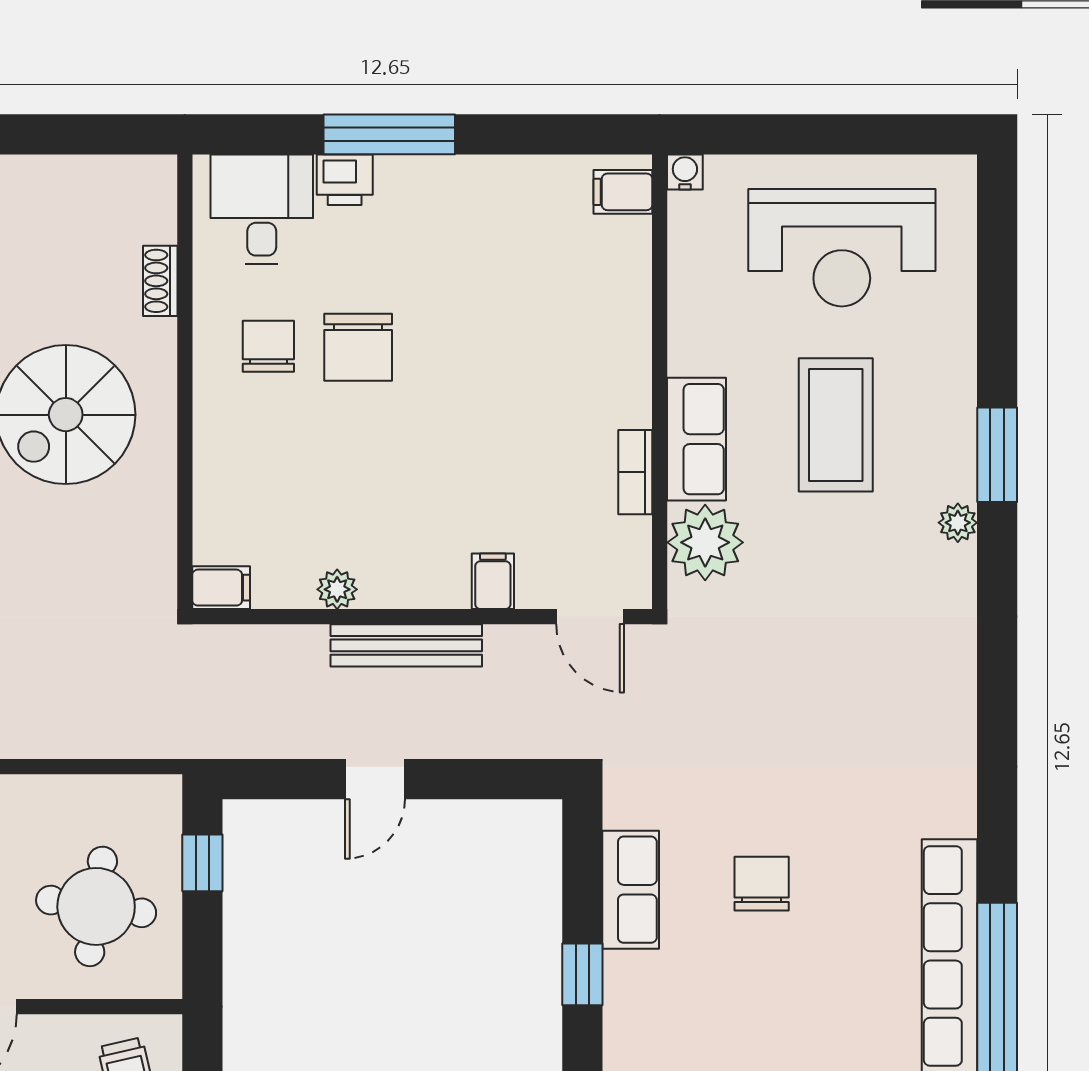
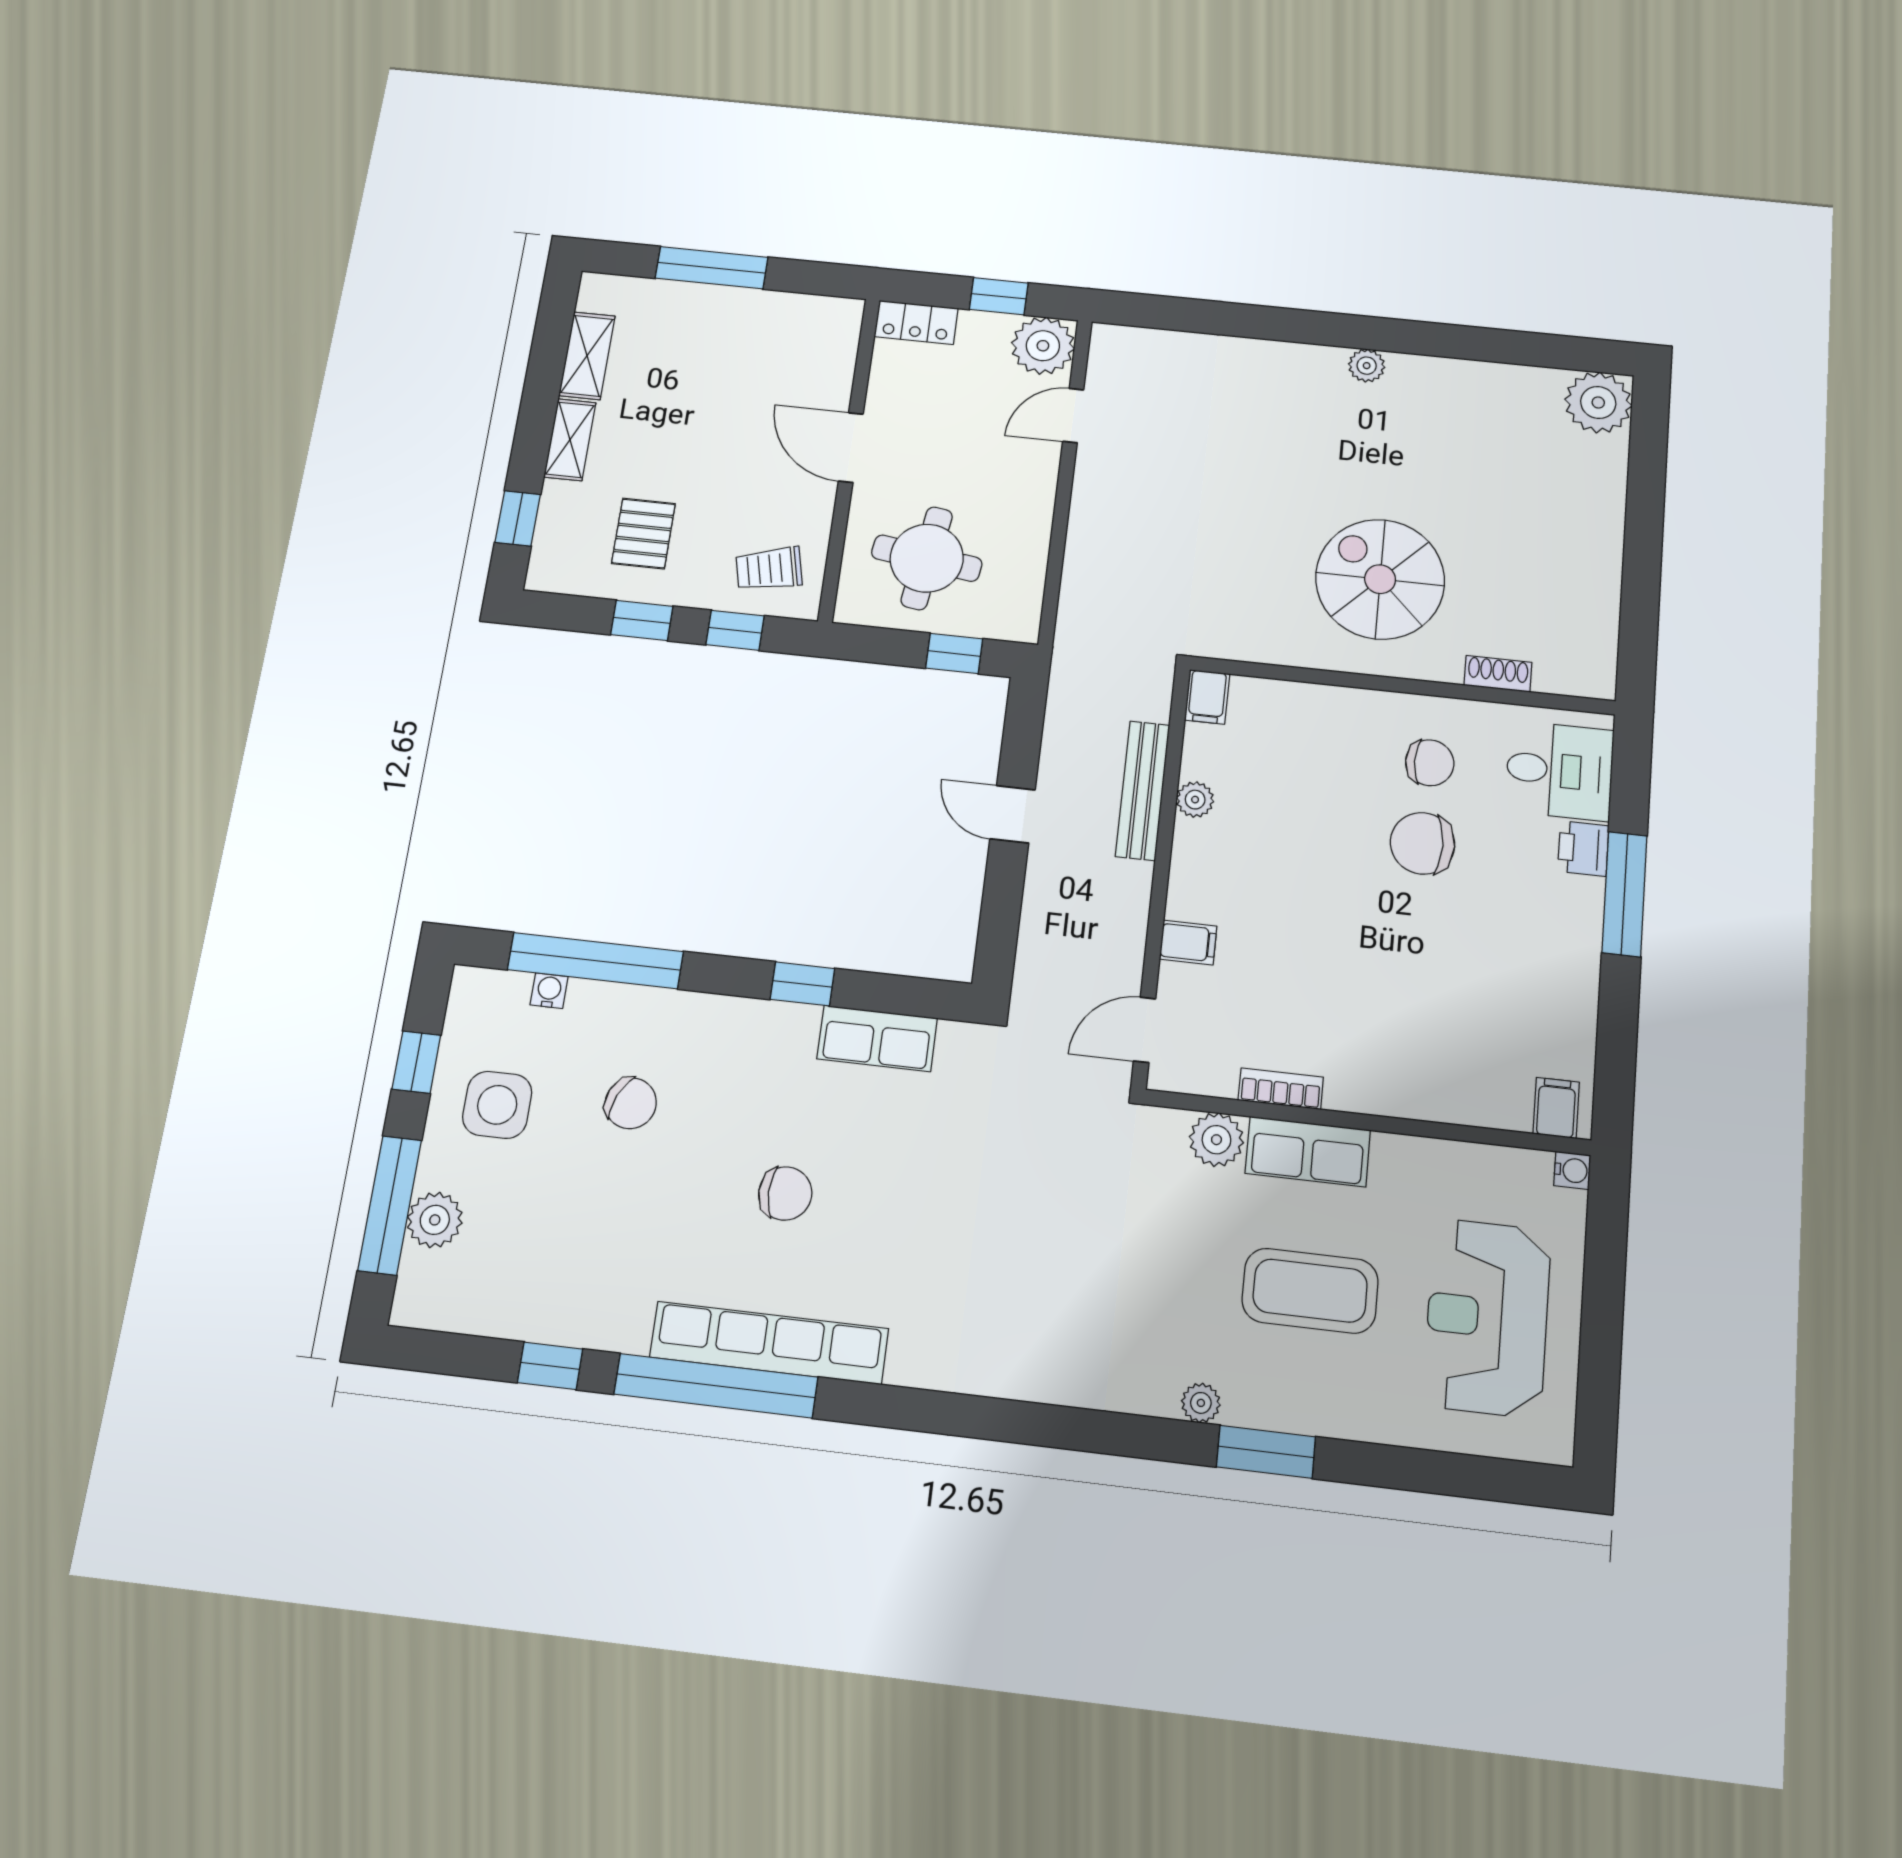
plant: (705, 542) -> (1216, 1140), width x0.73, depth x0.73
bench: (406, 645) -> (1143, 790), moved
chair: (762, 884) -> (785, 1193), moved

